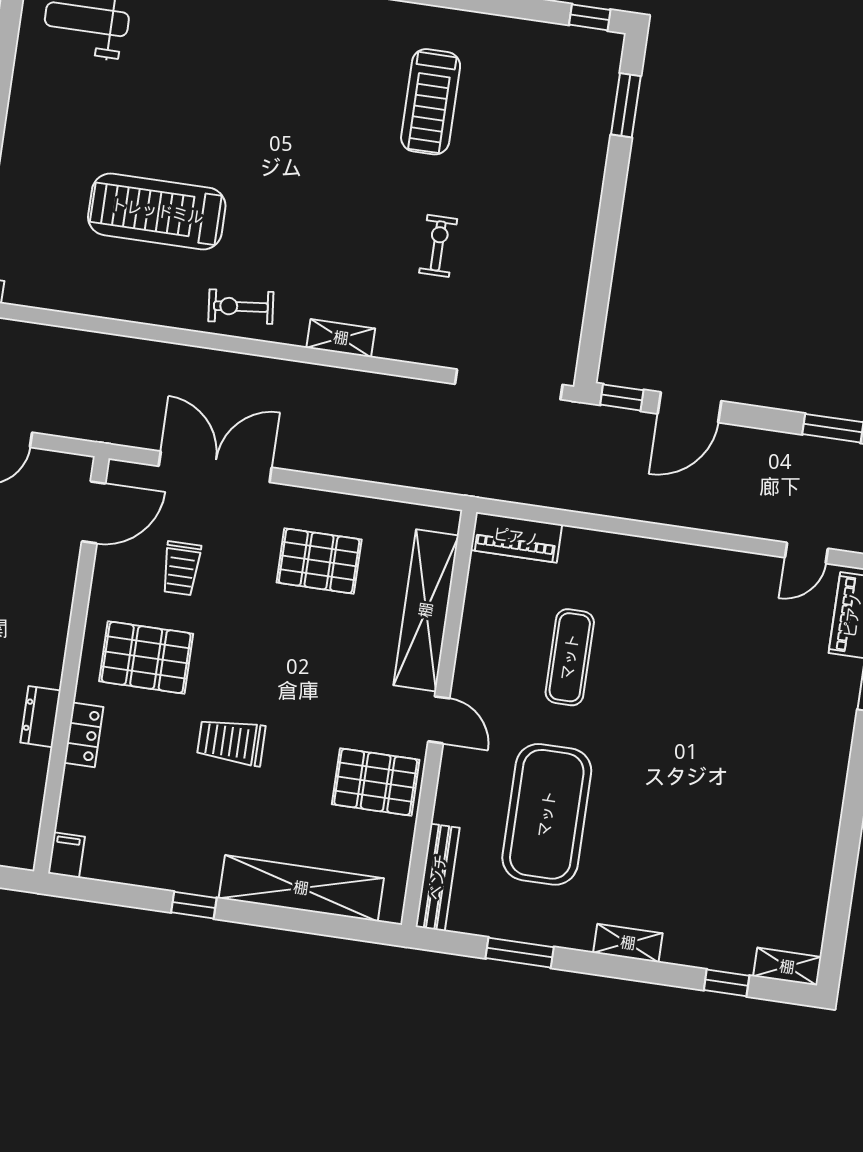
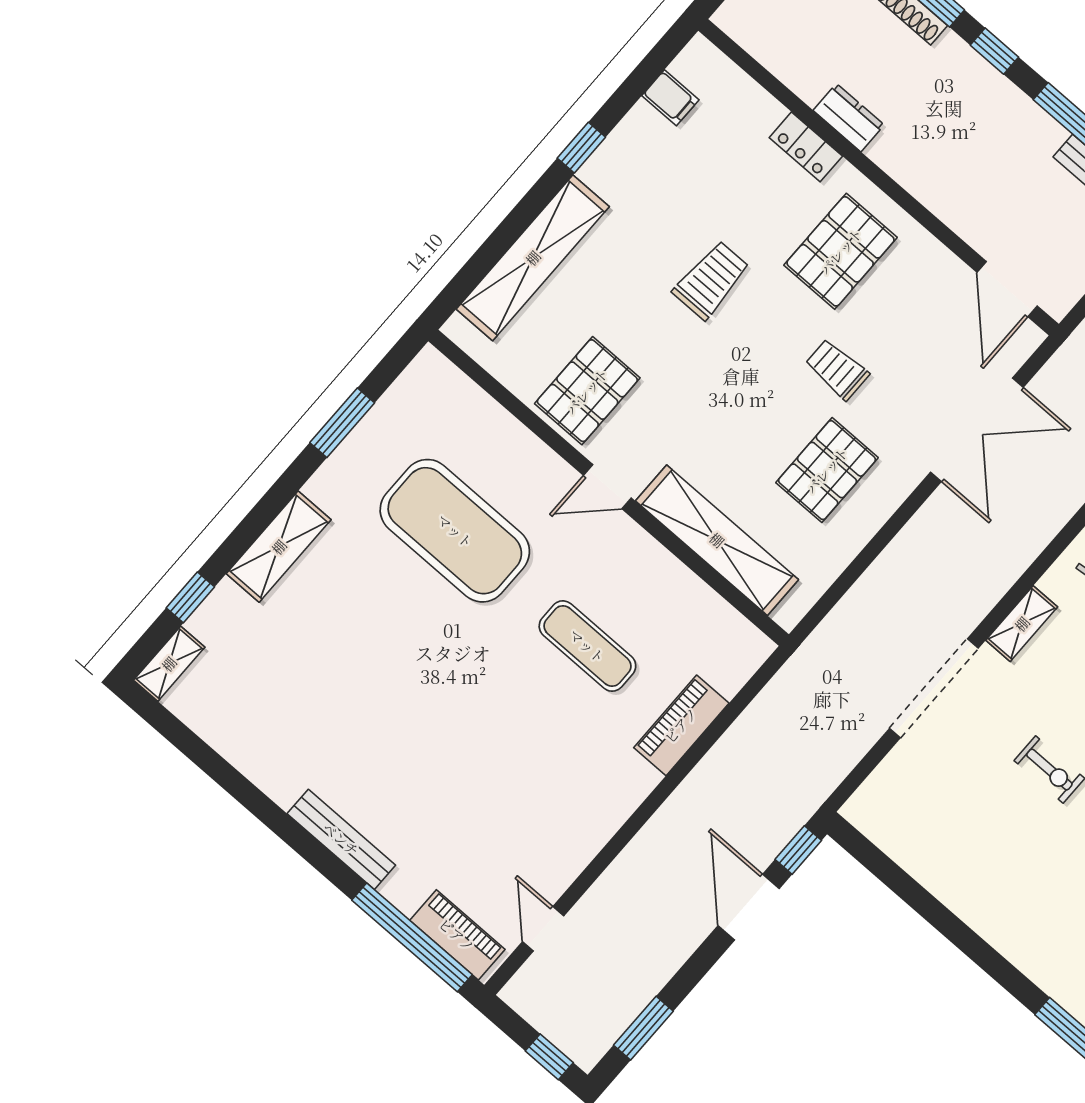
doorway: (509, 384) -> (934, 688), moved
piano: (516, 537) -> (681, 725), moved
trolley: (181, 568) -> (837, 369), moved
filing cabinet: (66, 855) -> (670, 98), moved
bench: (438, 877) -> (341, 839), moved
shelving: (628, 943) -> (279, 547), width x1.50, depth x1.33

